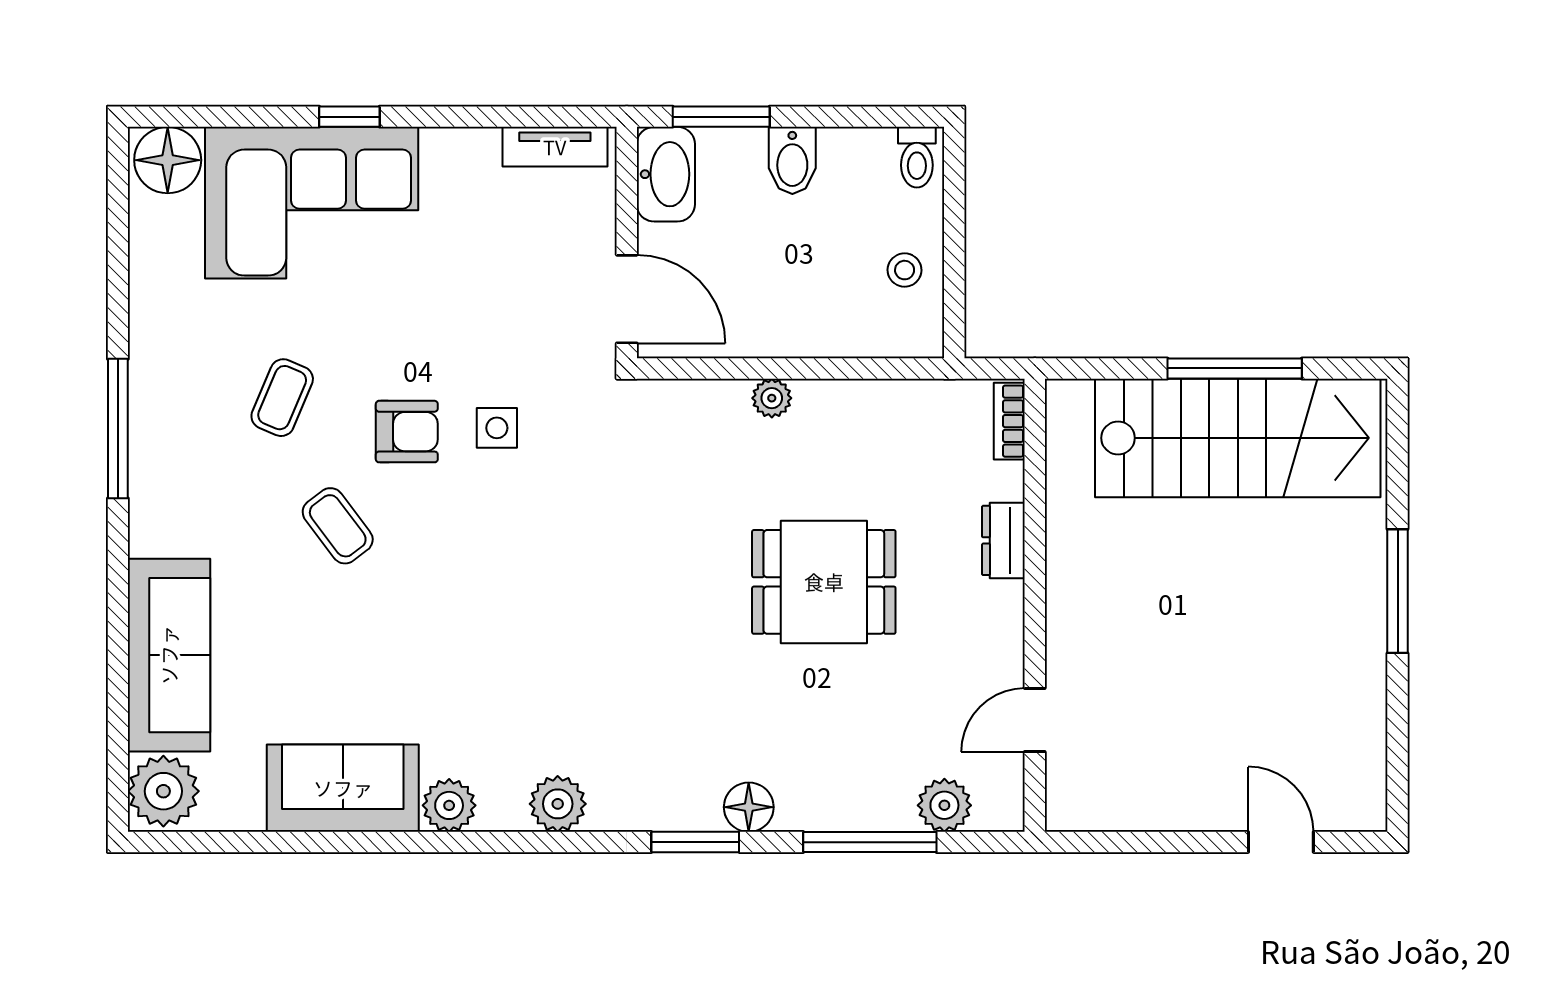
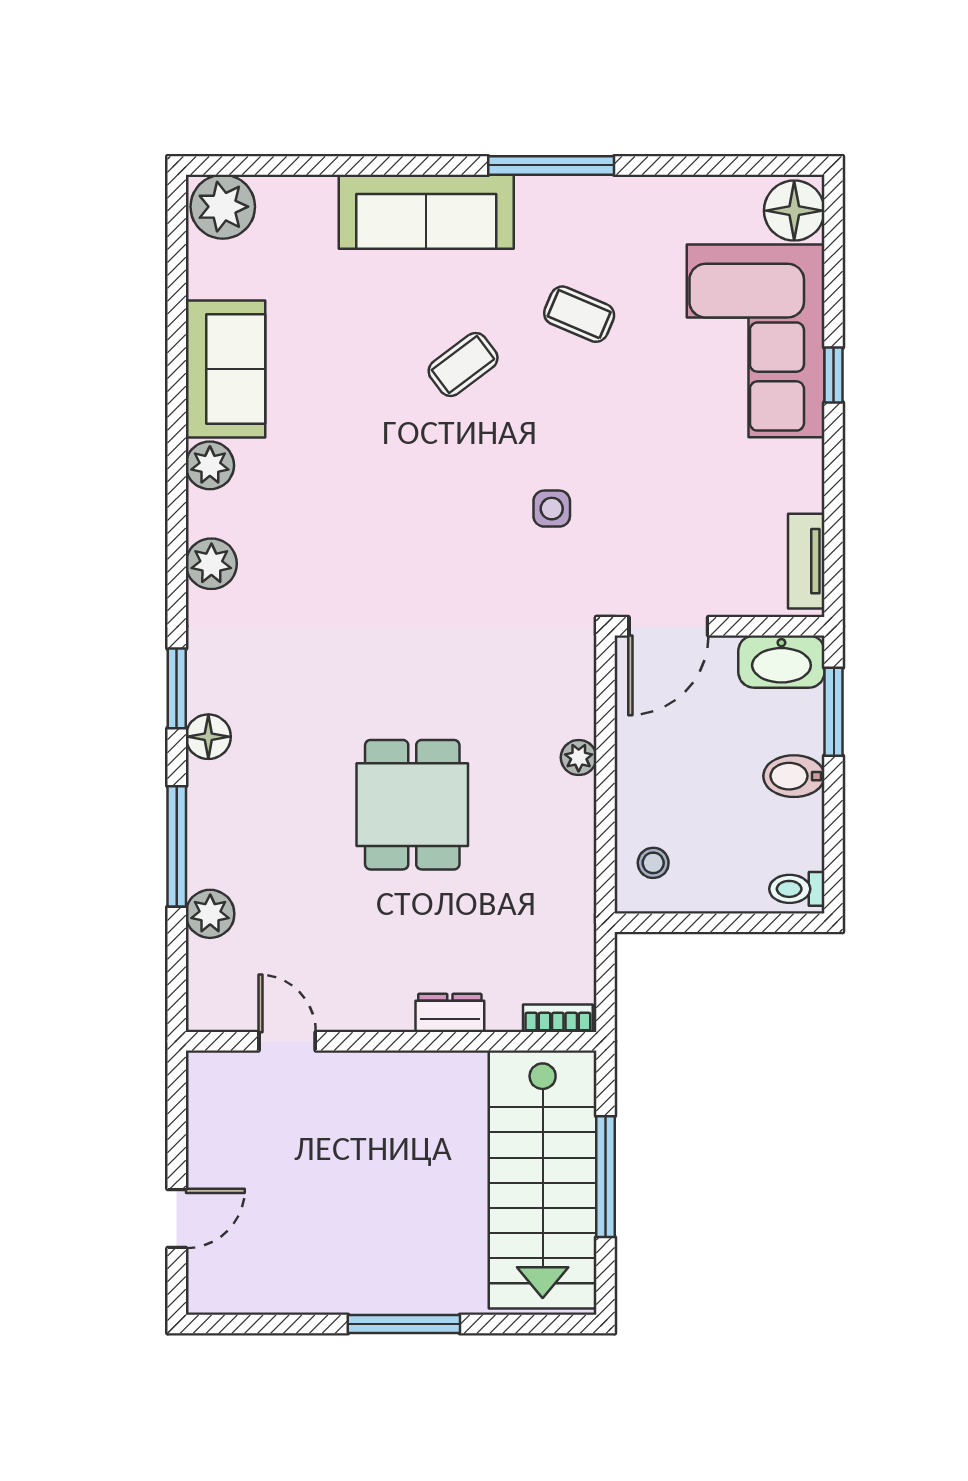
stool: (905, 270) -> (653, 863), moved
bookcase: (1009, 421) -> (558, 1018), moved
armchair: (407, 432) -> (548, 427), removed
dresser: (1003, 540) -> (450, 1013), moved
wall: (1035, 605) -> (391, 1041), moved
sofa: (169, 655) -> (426, 212), moved
door: (1035, 720) -> (287, 1041), moved

